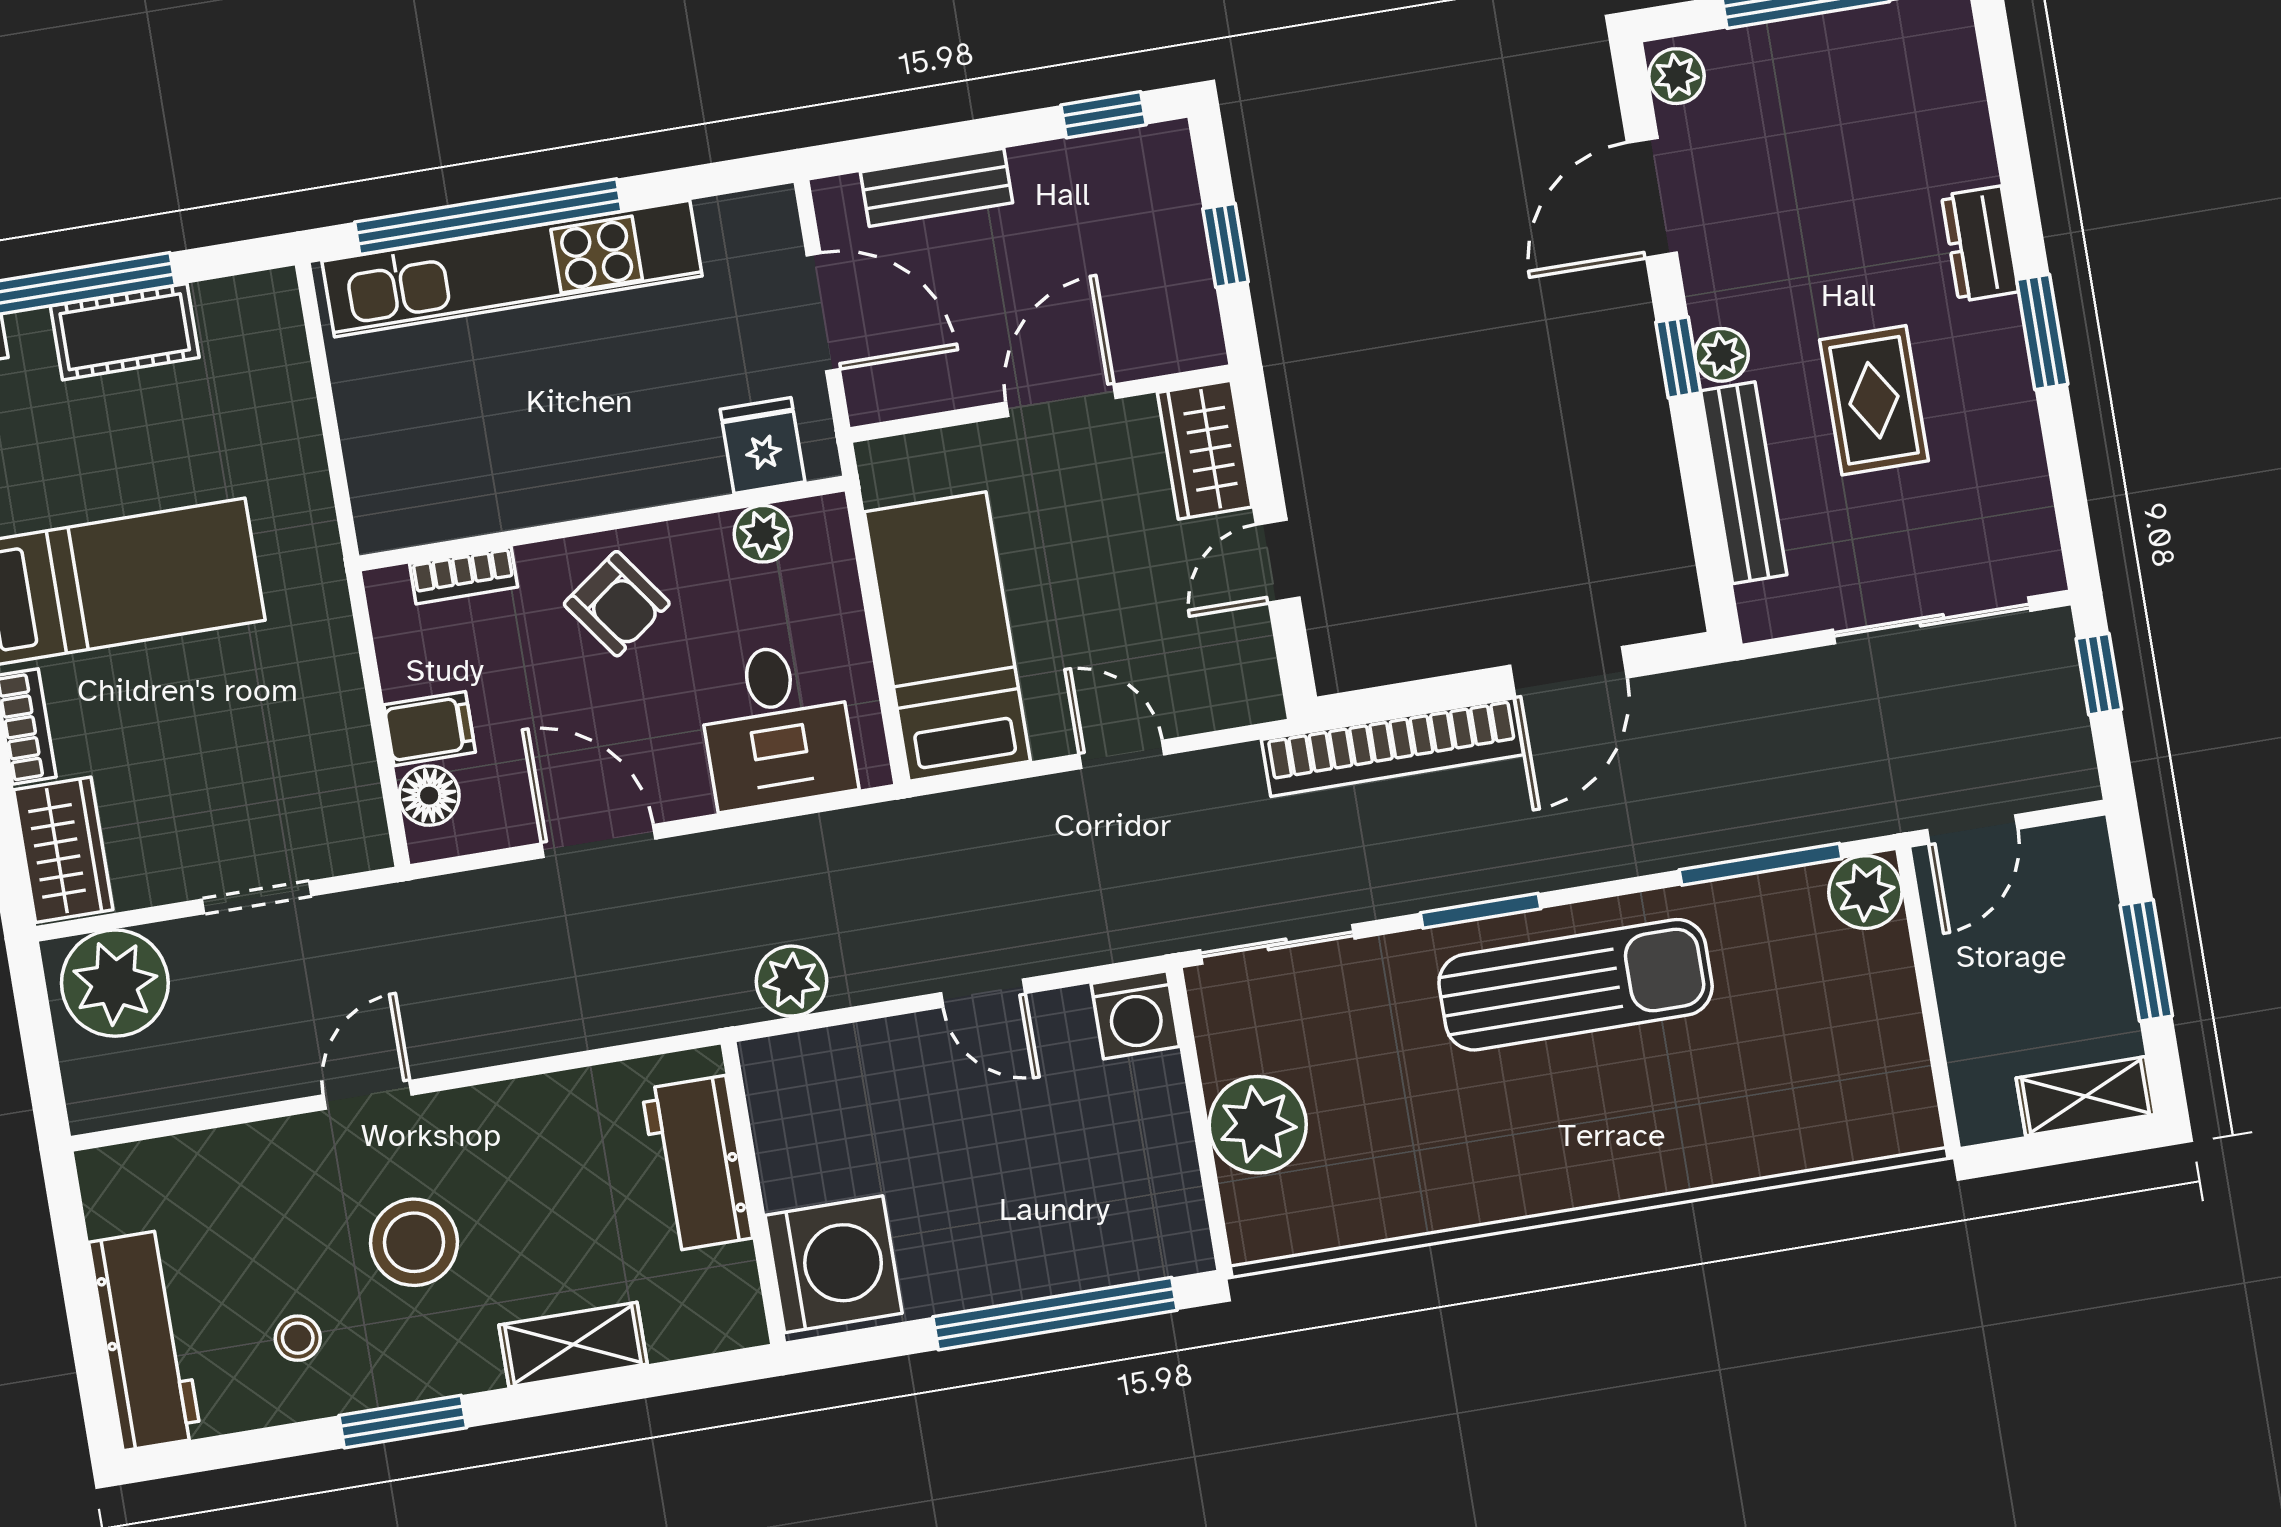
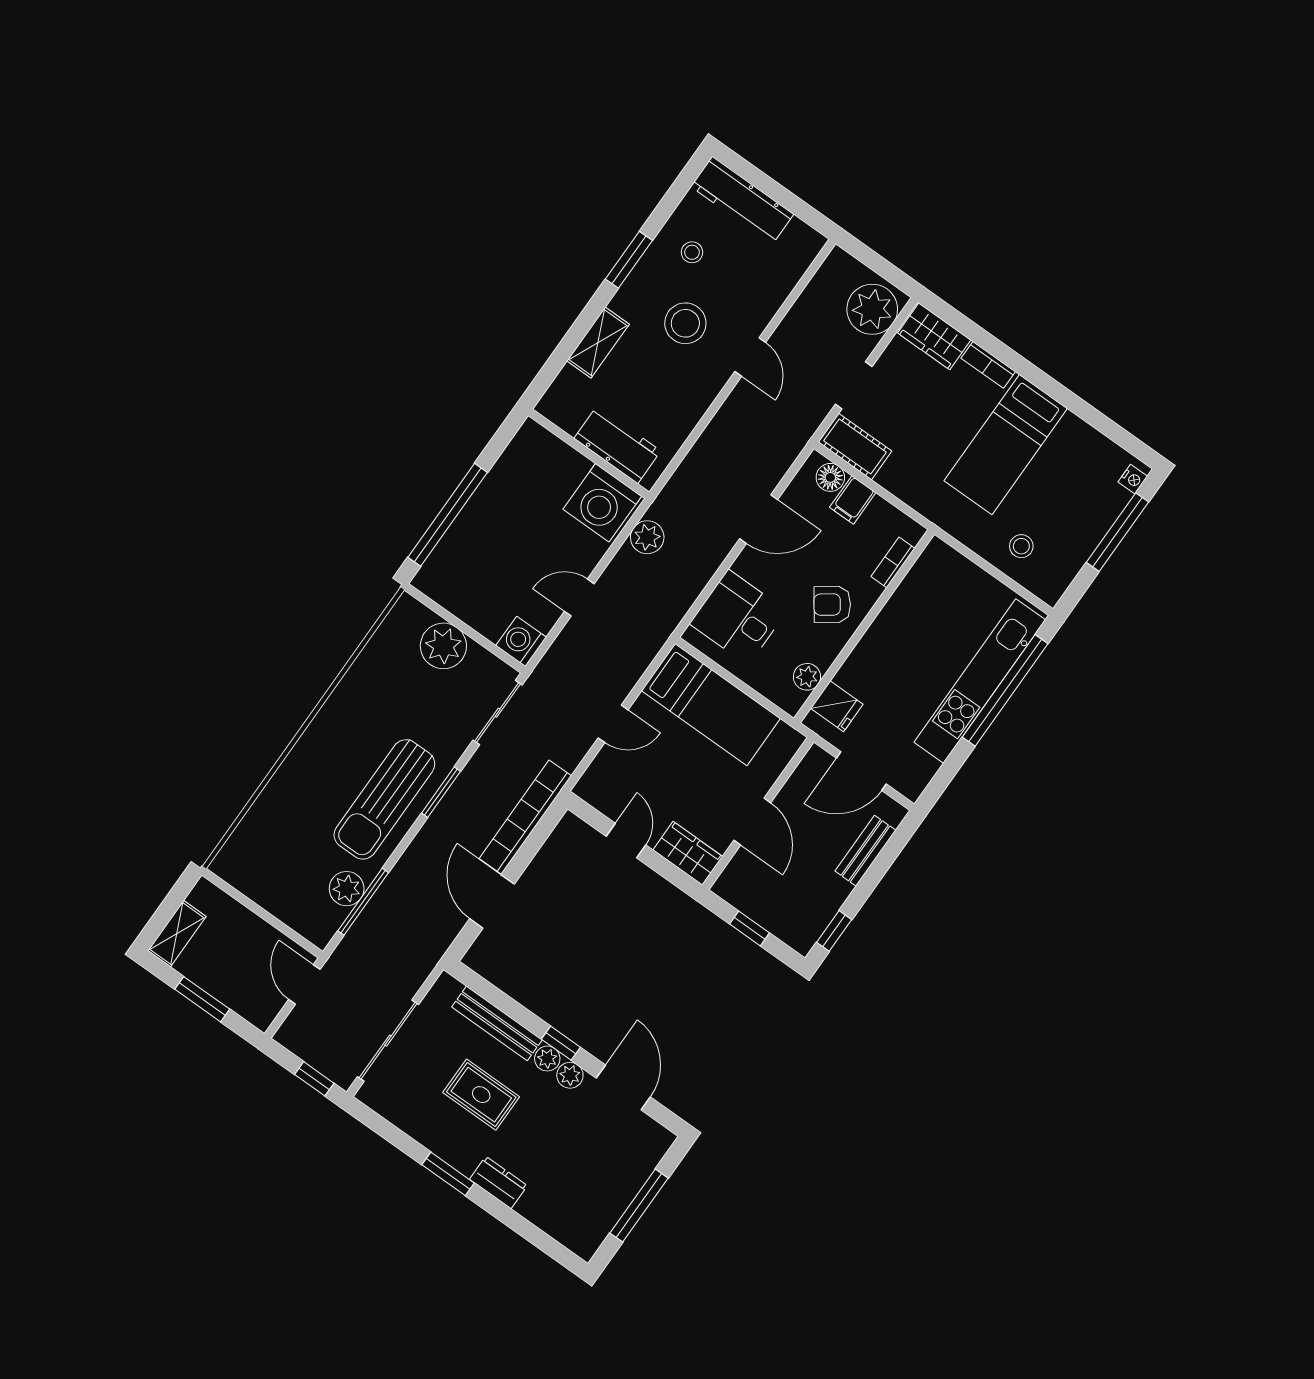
plant: (1676, 76) -> (570, 1075), moved
cot: (125, 332) -> (855, 447), moved, turned 90
stool: (248, 407) -> (1021, 546), added
plant: (1865, 892) -> (347, 889), moved
washing machine: (834, 1264) -> (602, 503), moved

